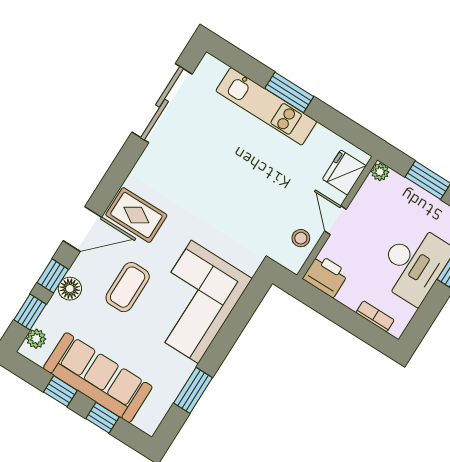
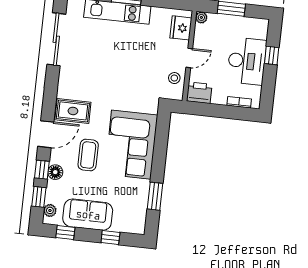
door: (335, 220) -> (189, 58), swing flipped
sofa: (98, 378) -> (88, 215), width x0.73
window: (60, 391) -> (65, 232), moved

